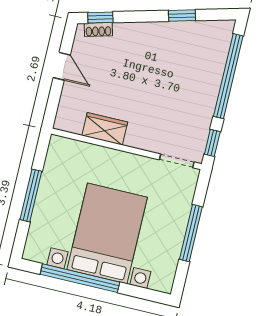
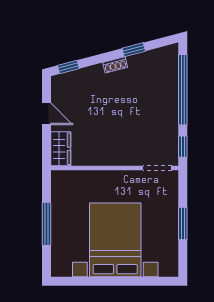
shoe rack: (98, 30) -> (115, 65), moved
wardrobe: (105, 129) -> (61, 149), moved, turned 90
window: (191, 233) -> (183, 223), width x0.69
window: (80, 278) -> (102, 281), removed

